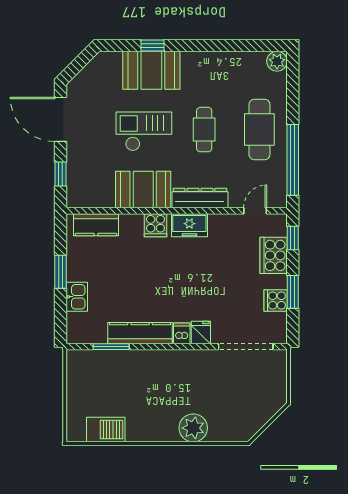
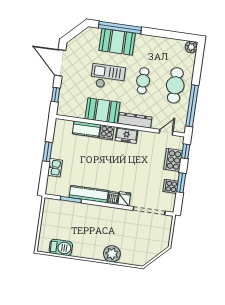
window: (152, 46) -> (120, 27), width x3.17
kitchen counter: (96, 225) -> (86, 129), moved

